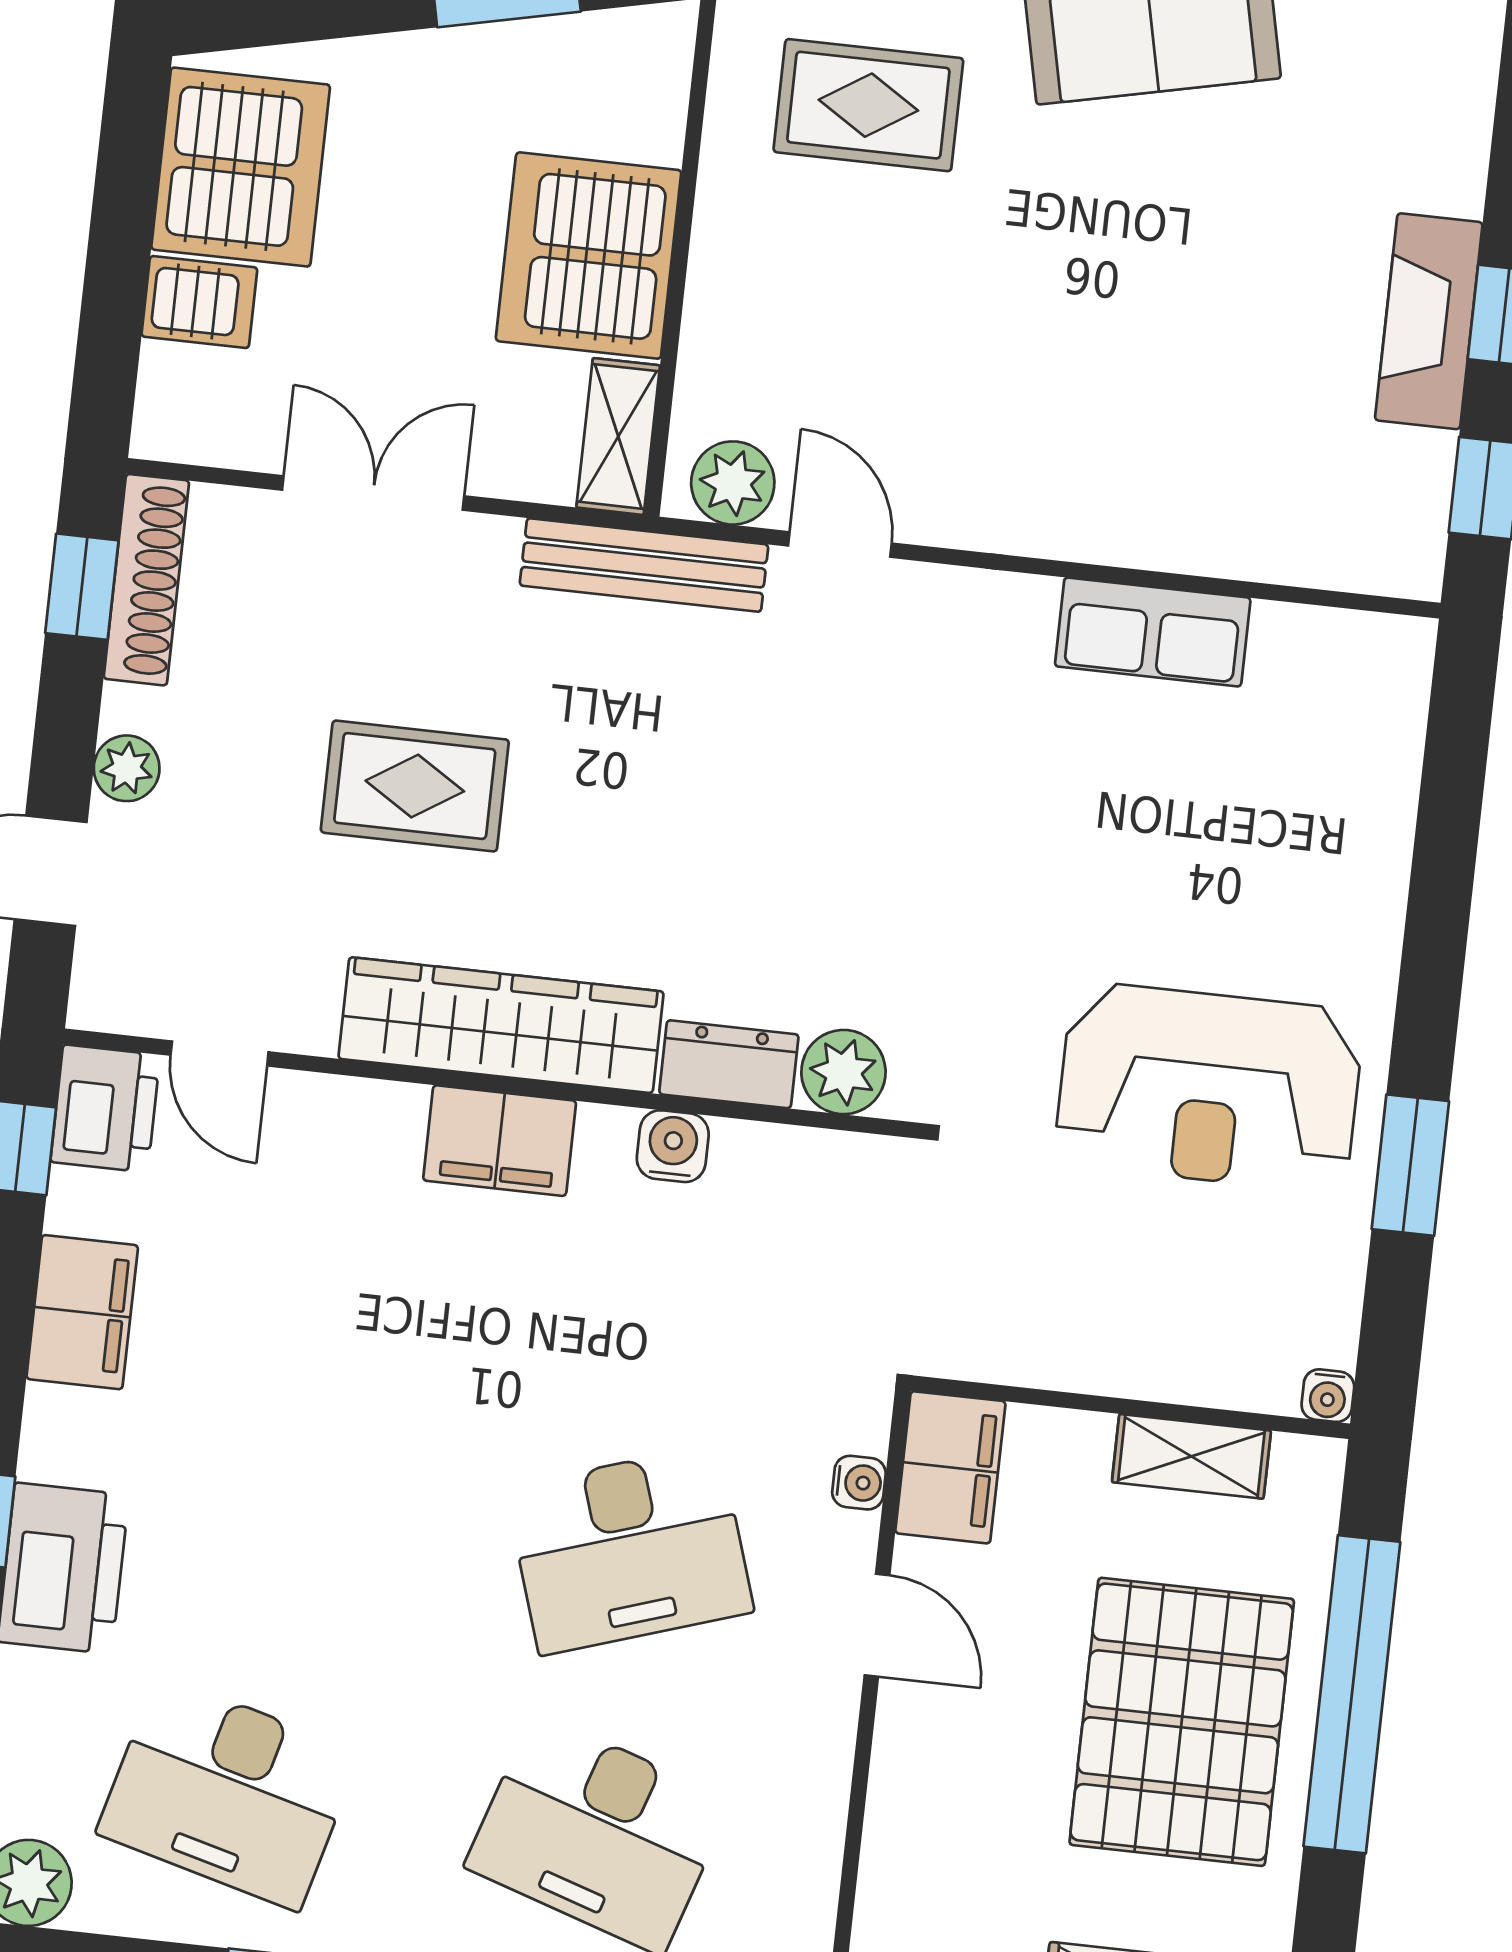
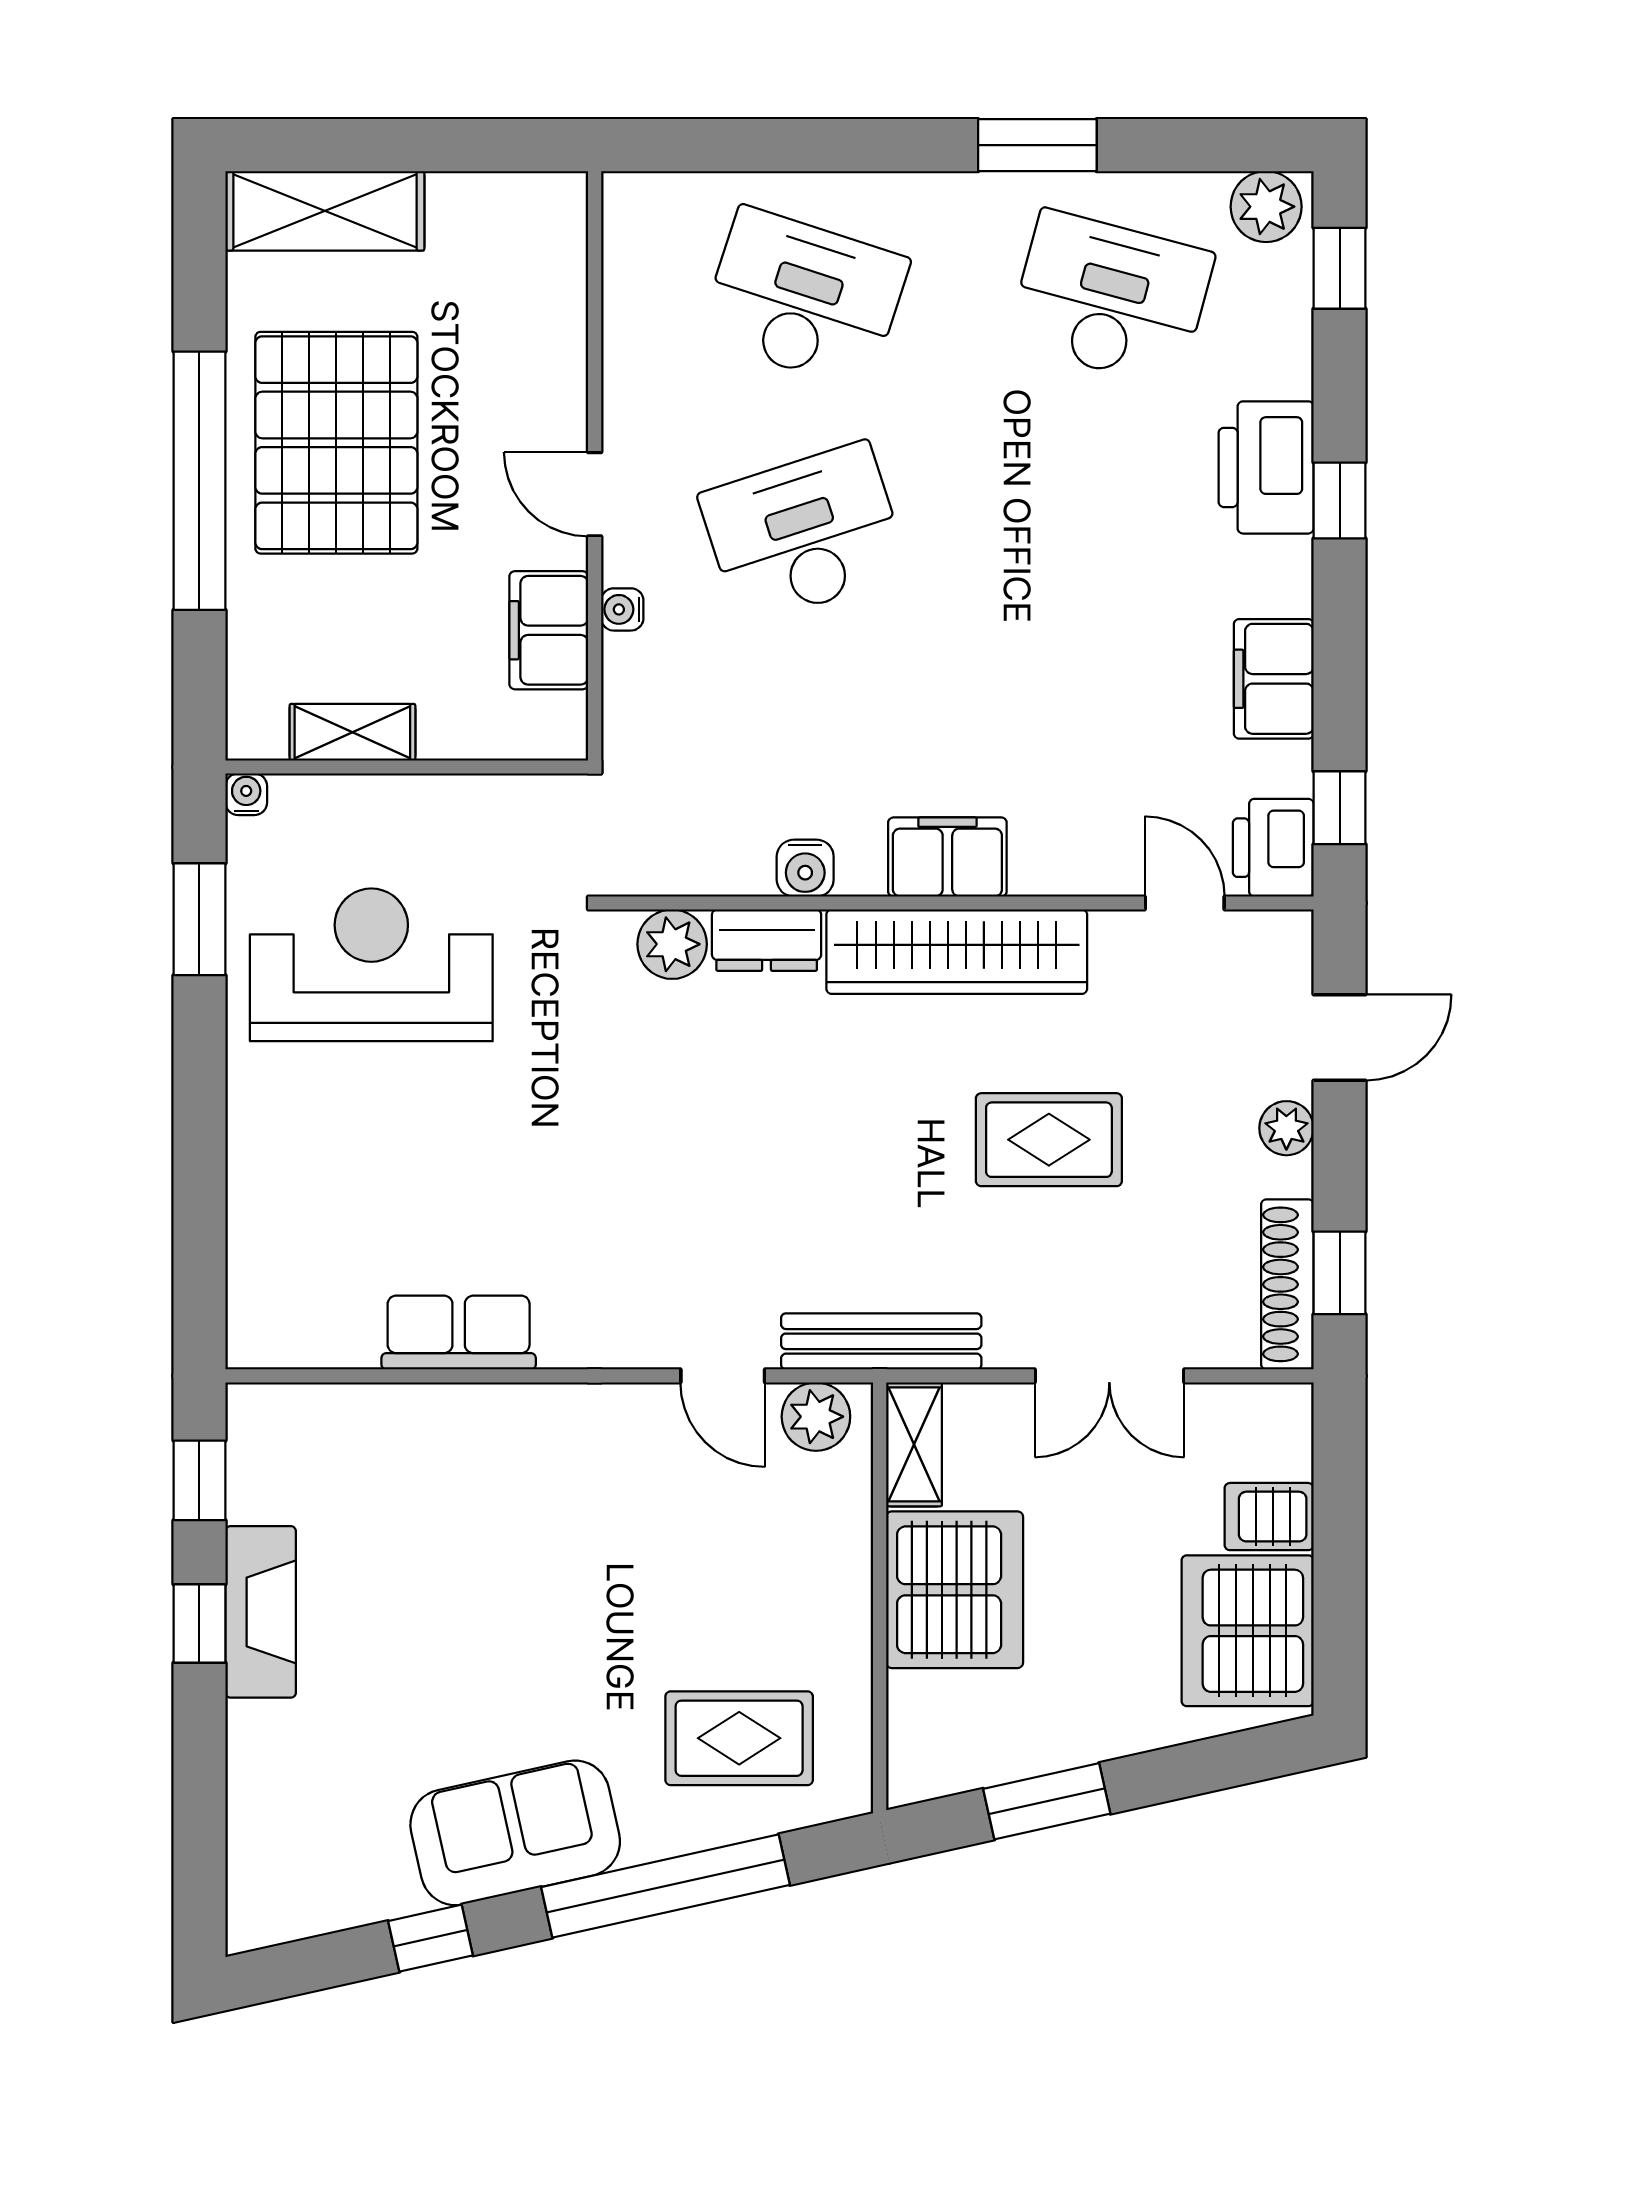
water cooler: (1328, 1396) -> (246, 794), moved
wall: (1130, 1407) -> (407, 767), moved
shelving: (1191, 1456) -> (352, 732), moved

